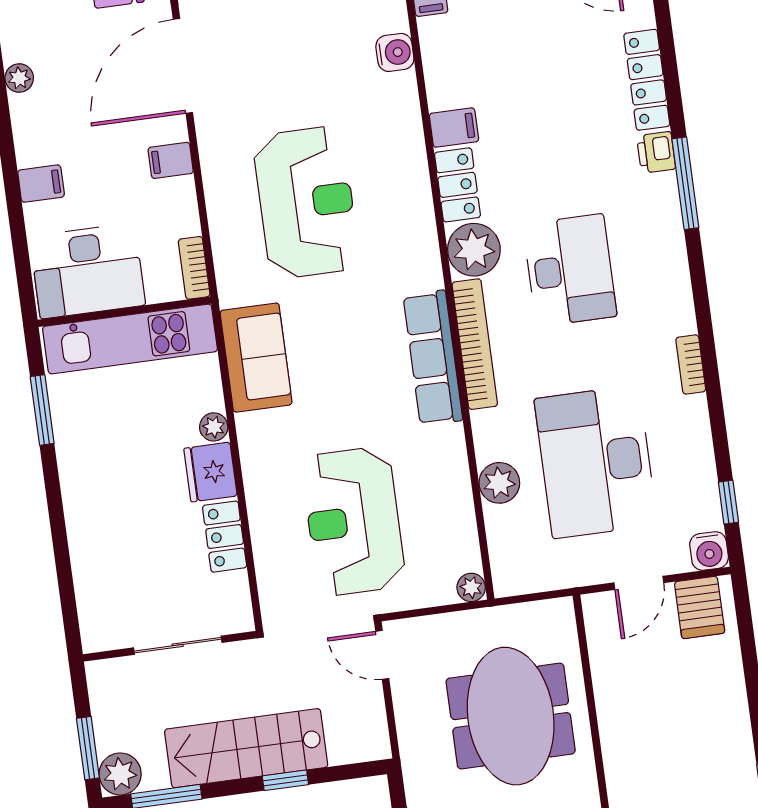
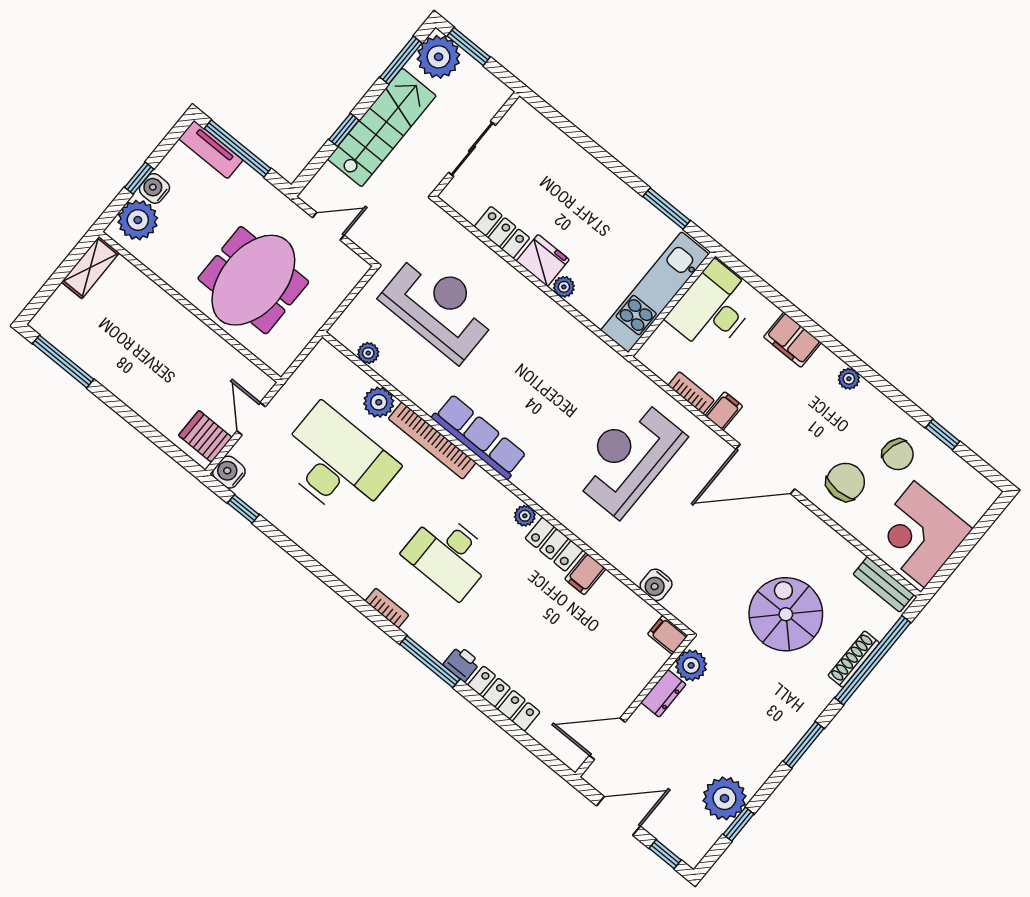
door: (183, 66) -> (765, 469), swing flipped
filing cabinet: (41, 184) -> (792, 340), width x2.00
reception desk: (306, 202) -> (628, 457), turned 90
plant: (474, 250) -> (525, 516), width x0.53, depth x0.53
bookcase: (194, 268) -> (691, 393), moved
bookcase: (475, 344) -> (432, 441), moved
sofa: (256, 358) -> (576, 347), removed
bookcase: (691, 364) -> (387, 608), moved
plant: (471, 587) -> (368, 353), moved
door: (382, 655) -> (328, 226), moved
meeting table: (511, 716) -> (253, 280), turned 90
plant: (120, 774) -> (439, 57), width x1.36, depth x1.36

